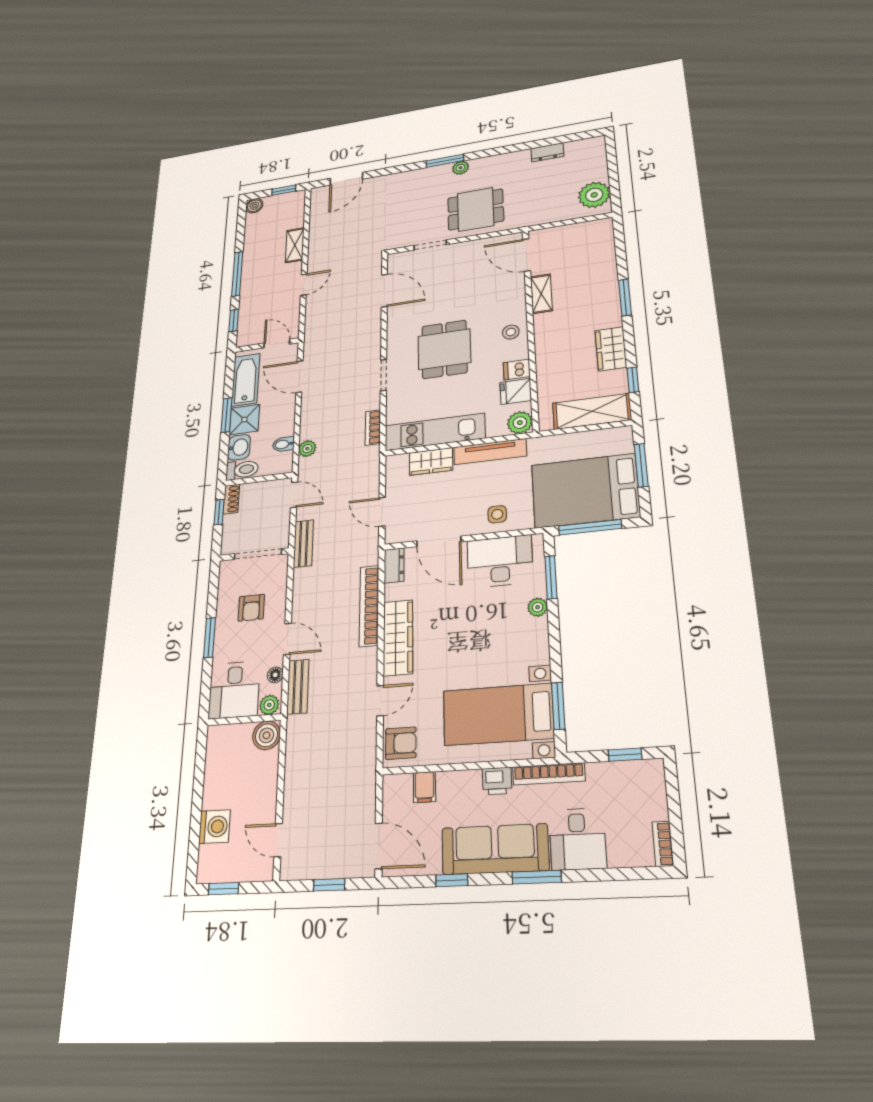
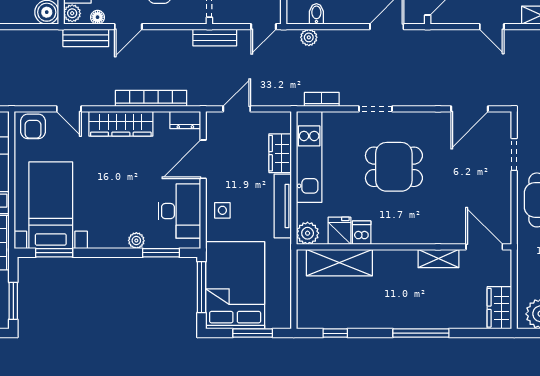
door: (527, 255) -> (484, 247), hinge flipped
window: (625, 297) -> (421, 333), width x1.44
stool: (511, 332) -> (402, 229), removed
wardrobe: (611, 349) -> (499, 308), moved, turned -90
shelving: (592, 411) -> (339, 263), moved, turned 90
window: (625, 755) -> (13, 301), width x1.50

